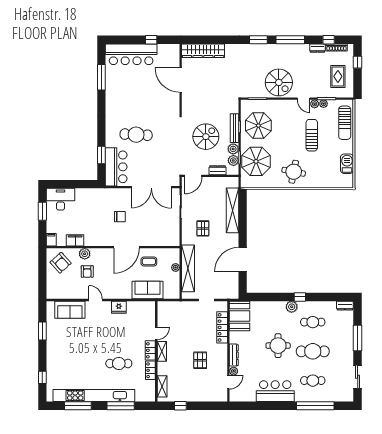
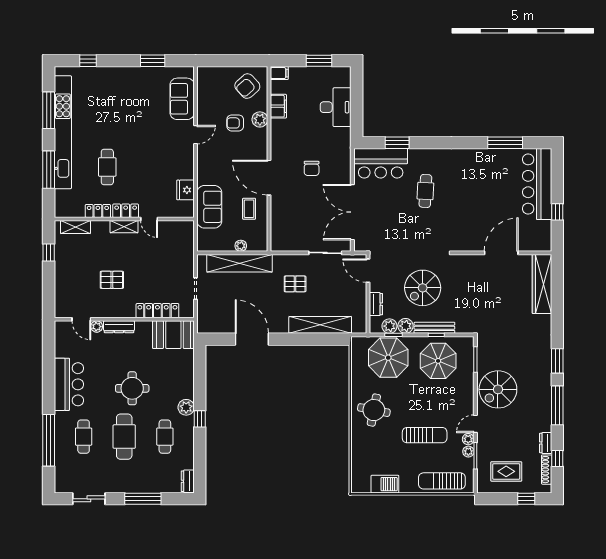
cafe table: (136, 135) -> (425, 191), width x0.73, depth x0.74
spiral stairs: (206, 137) -> (423, 288), turned 90
desk: (61, 199) -> (336, 107), moved
fridge: (119, 307) -> (186, 190), moved

